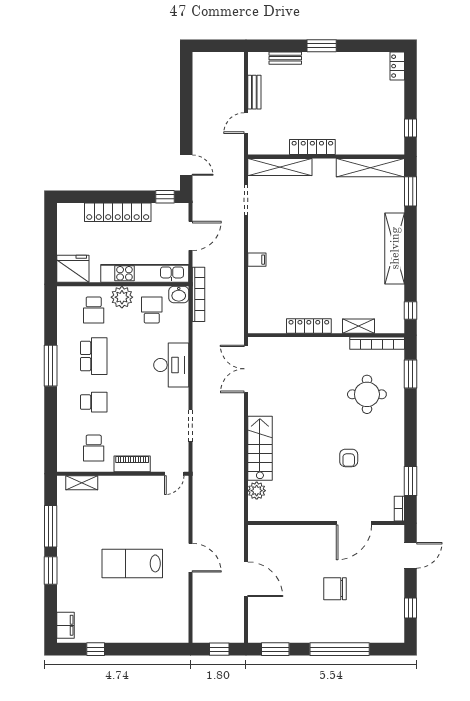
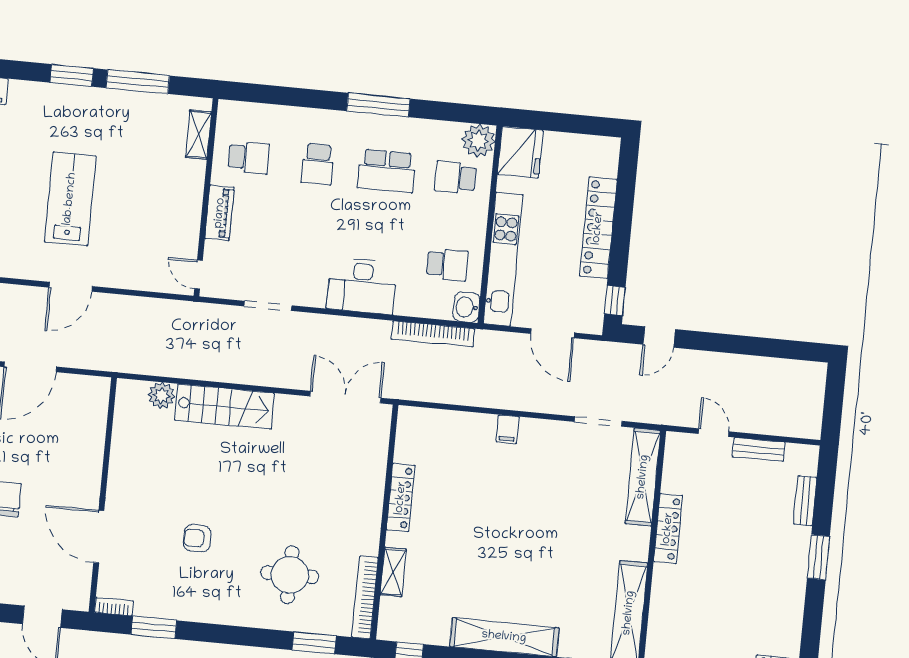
bookcase: (199, 294) -> (433, 334), moved
plant: (122, 297) -> (478, 141), moved
school desk: (94, 448) -> (249, 158), turned 180

